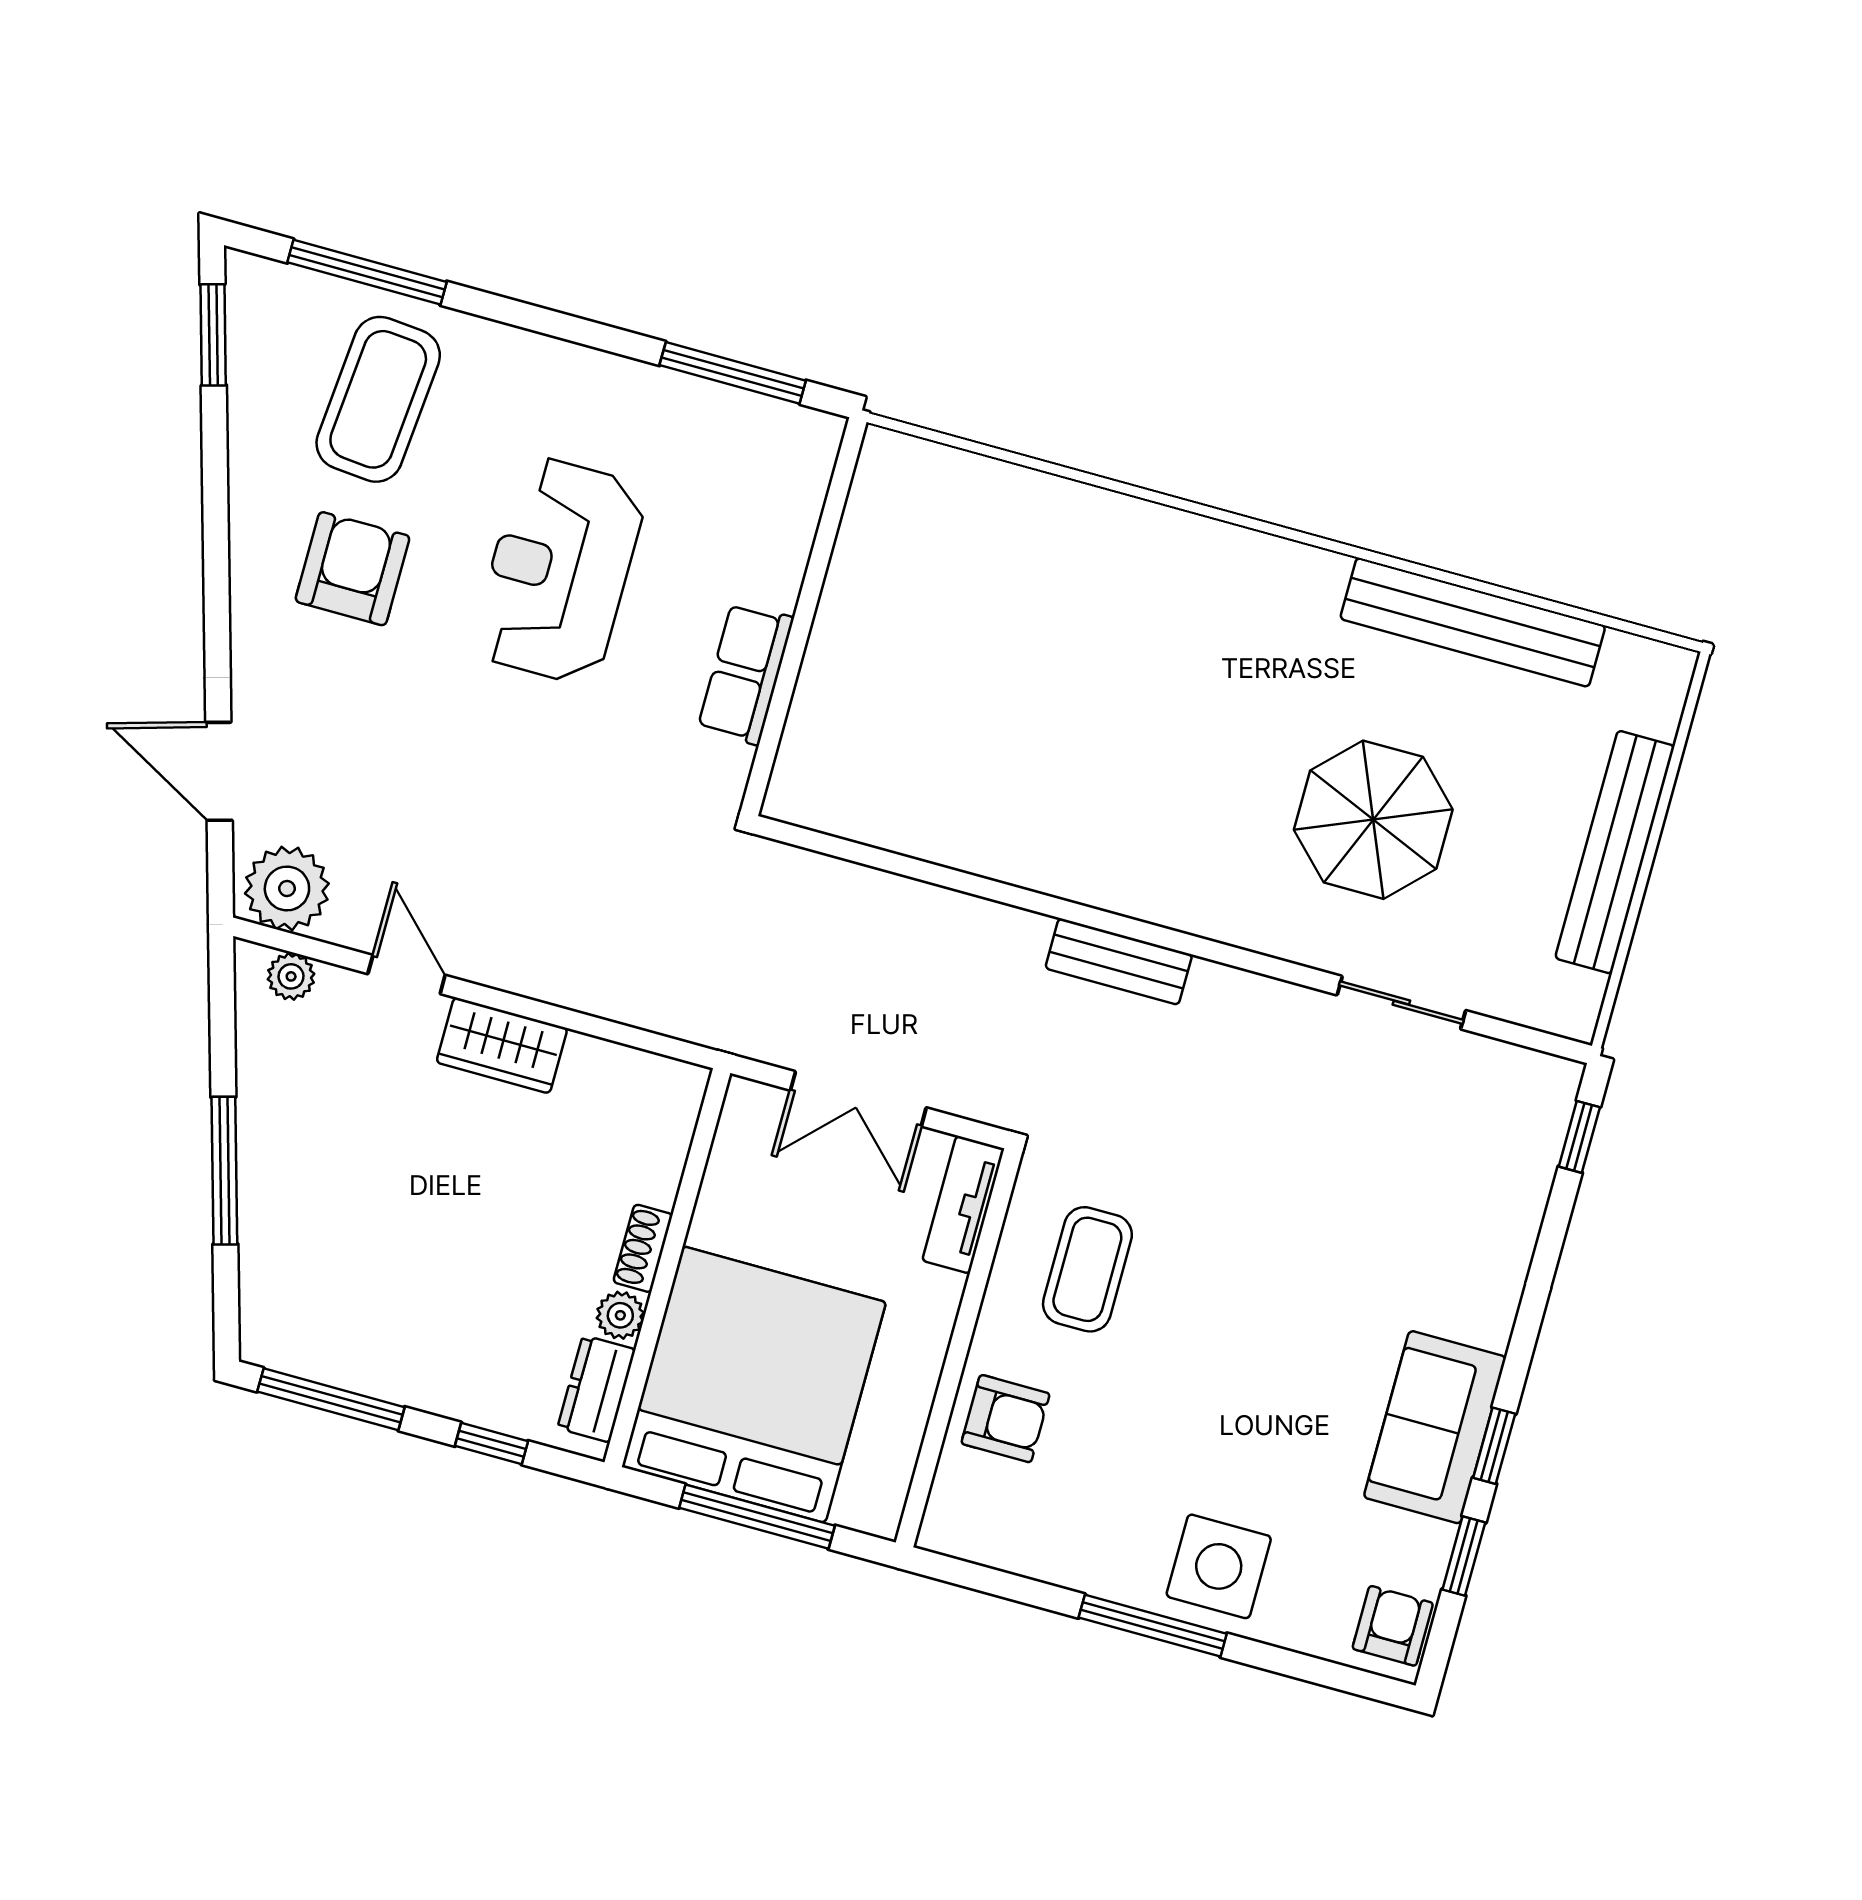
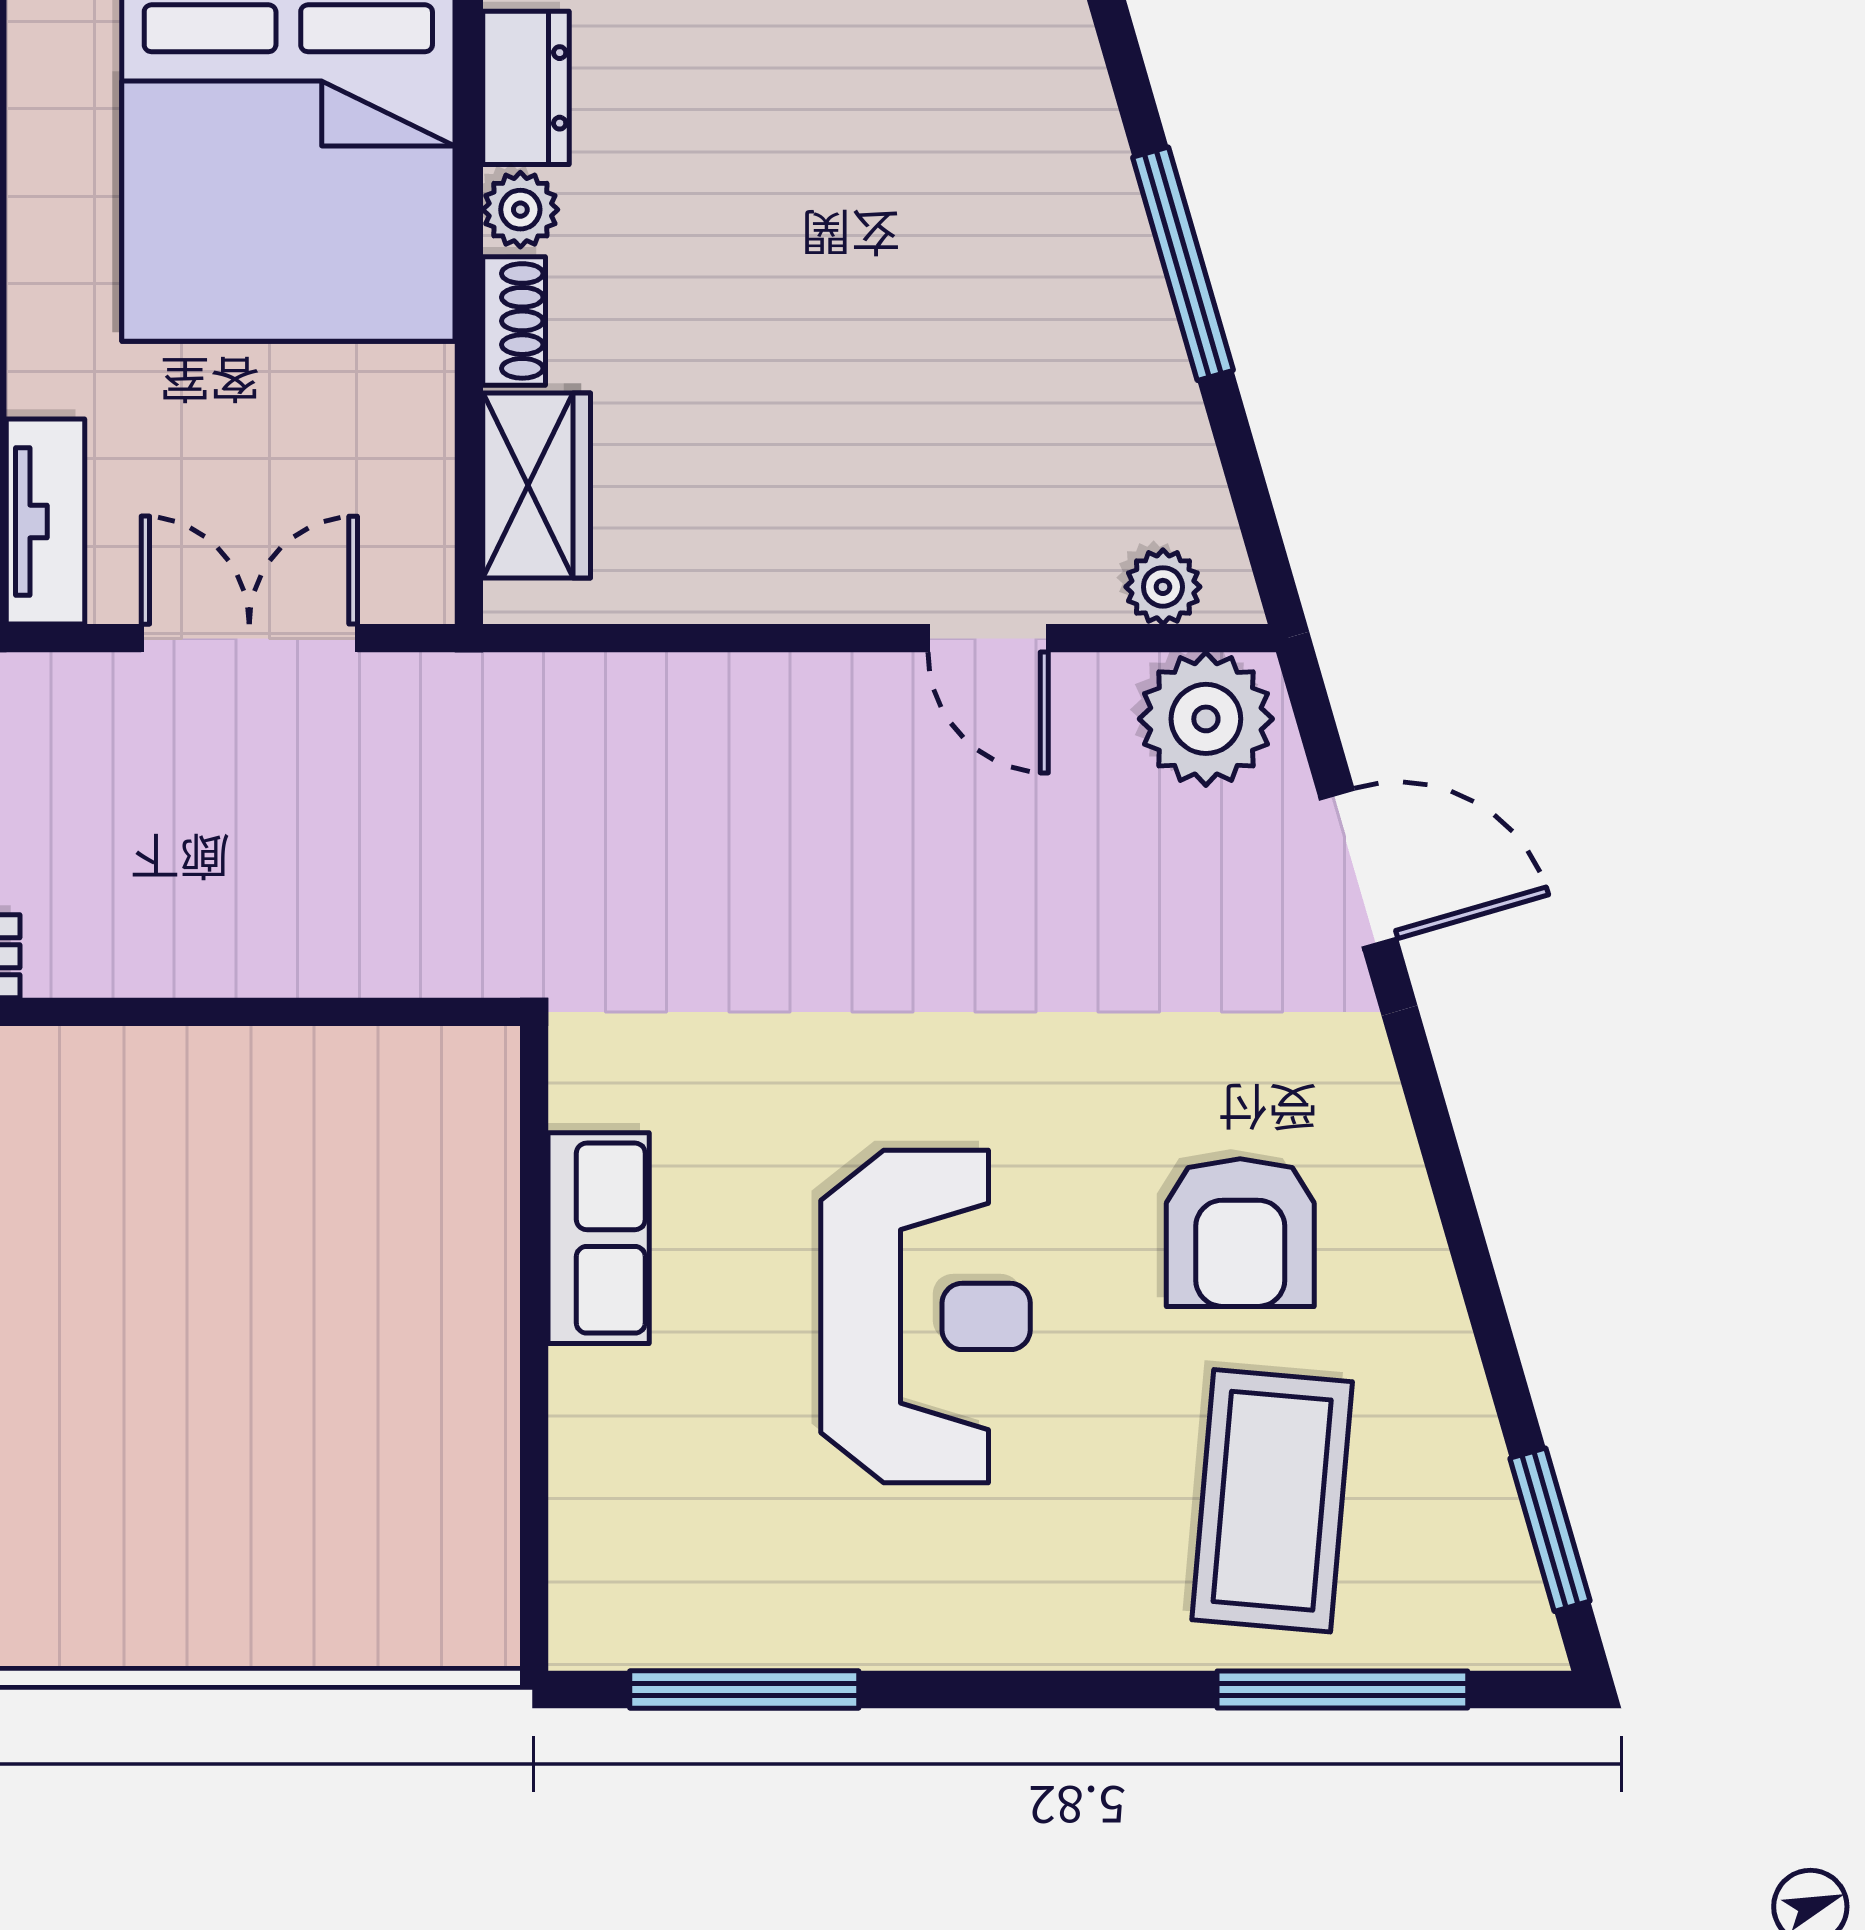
wardrobe: (502, 1045) -> (537, 485), moved, turned 90

